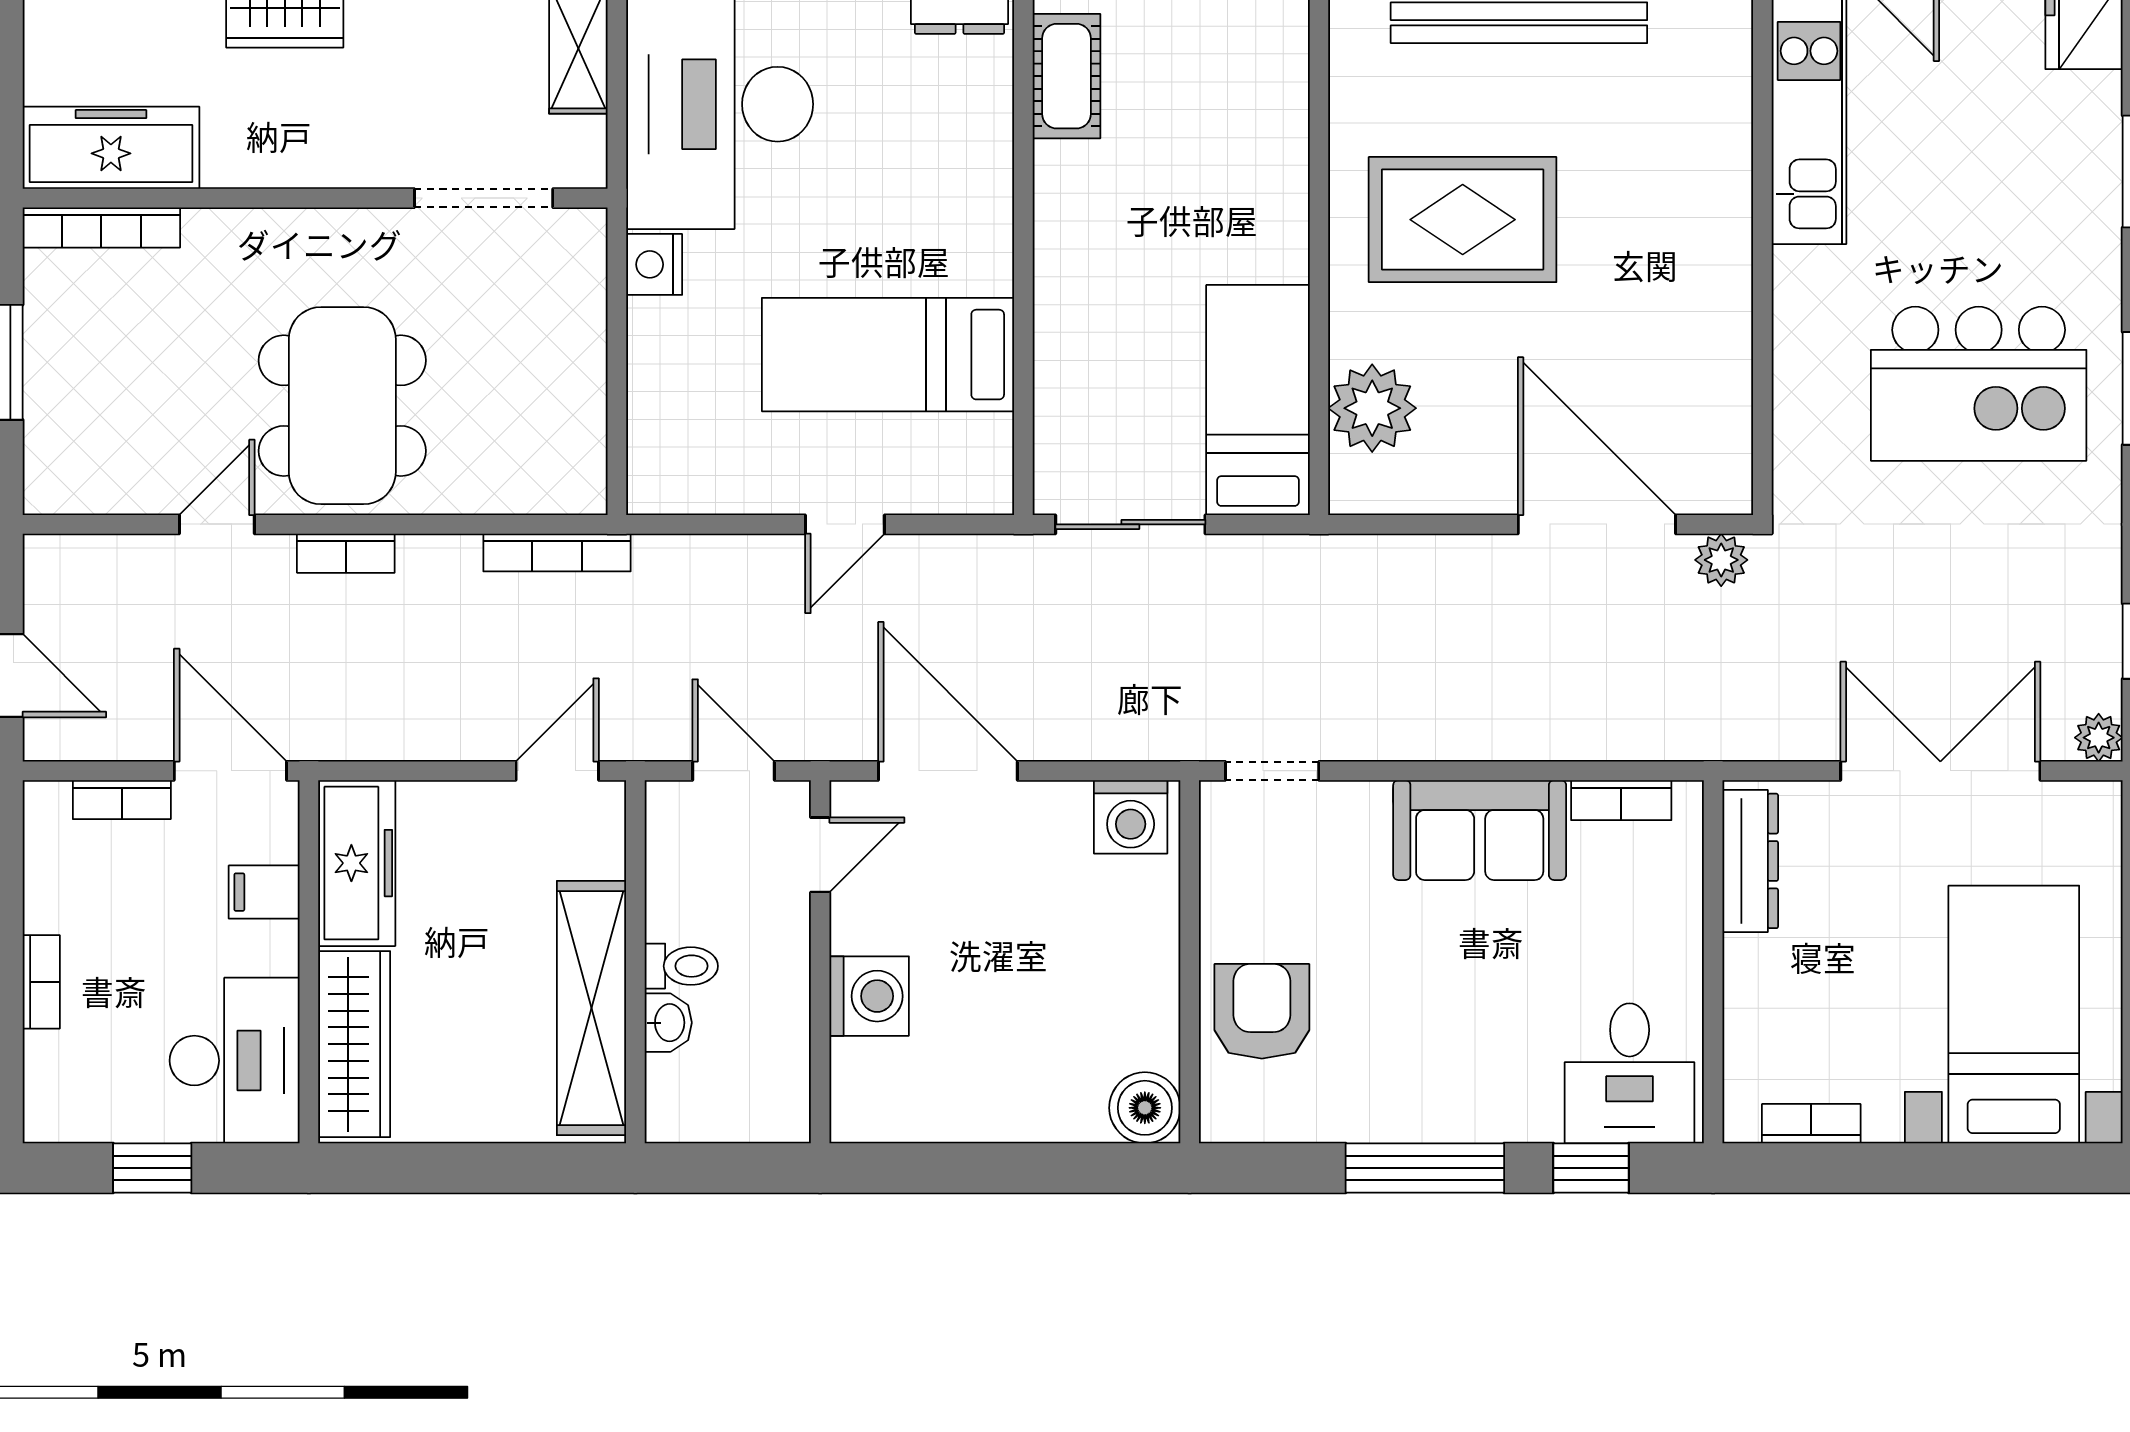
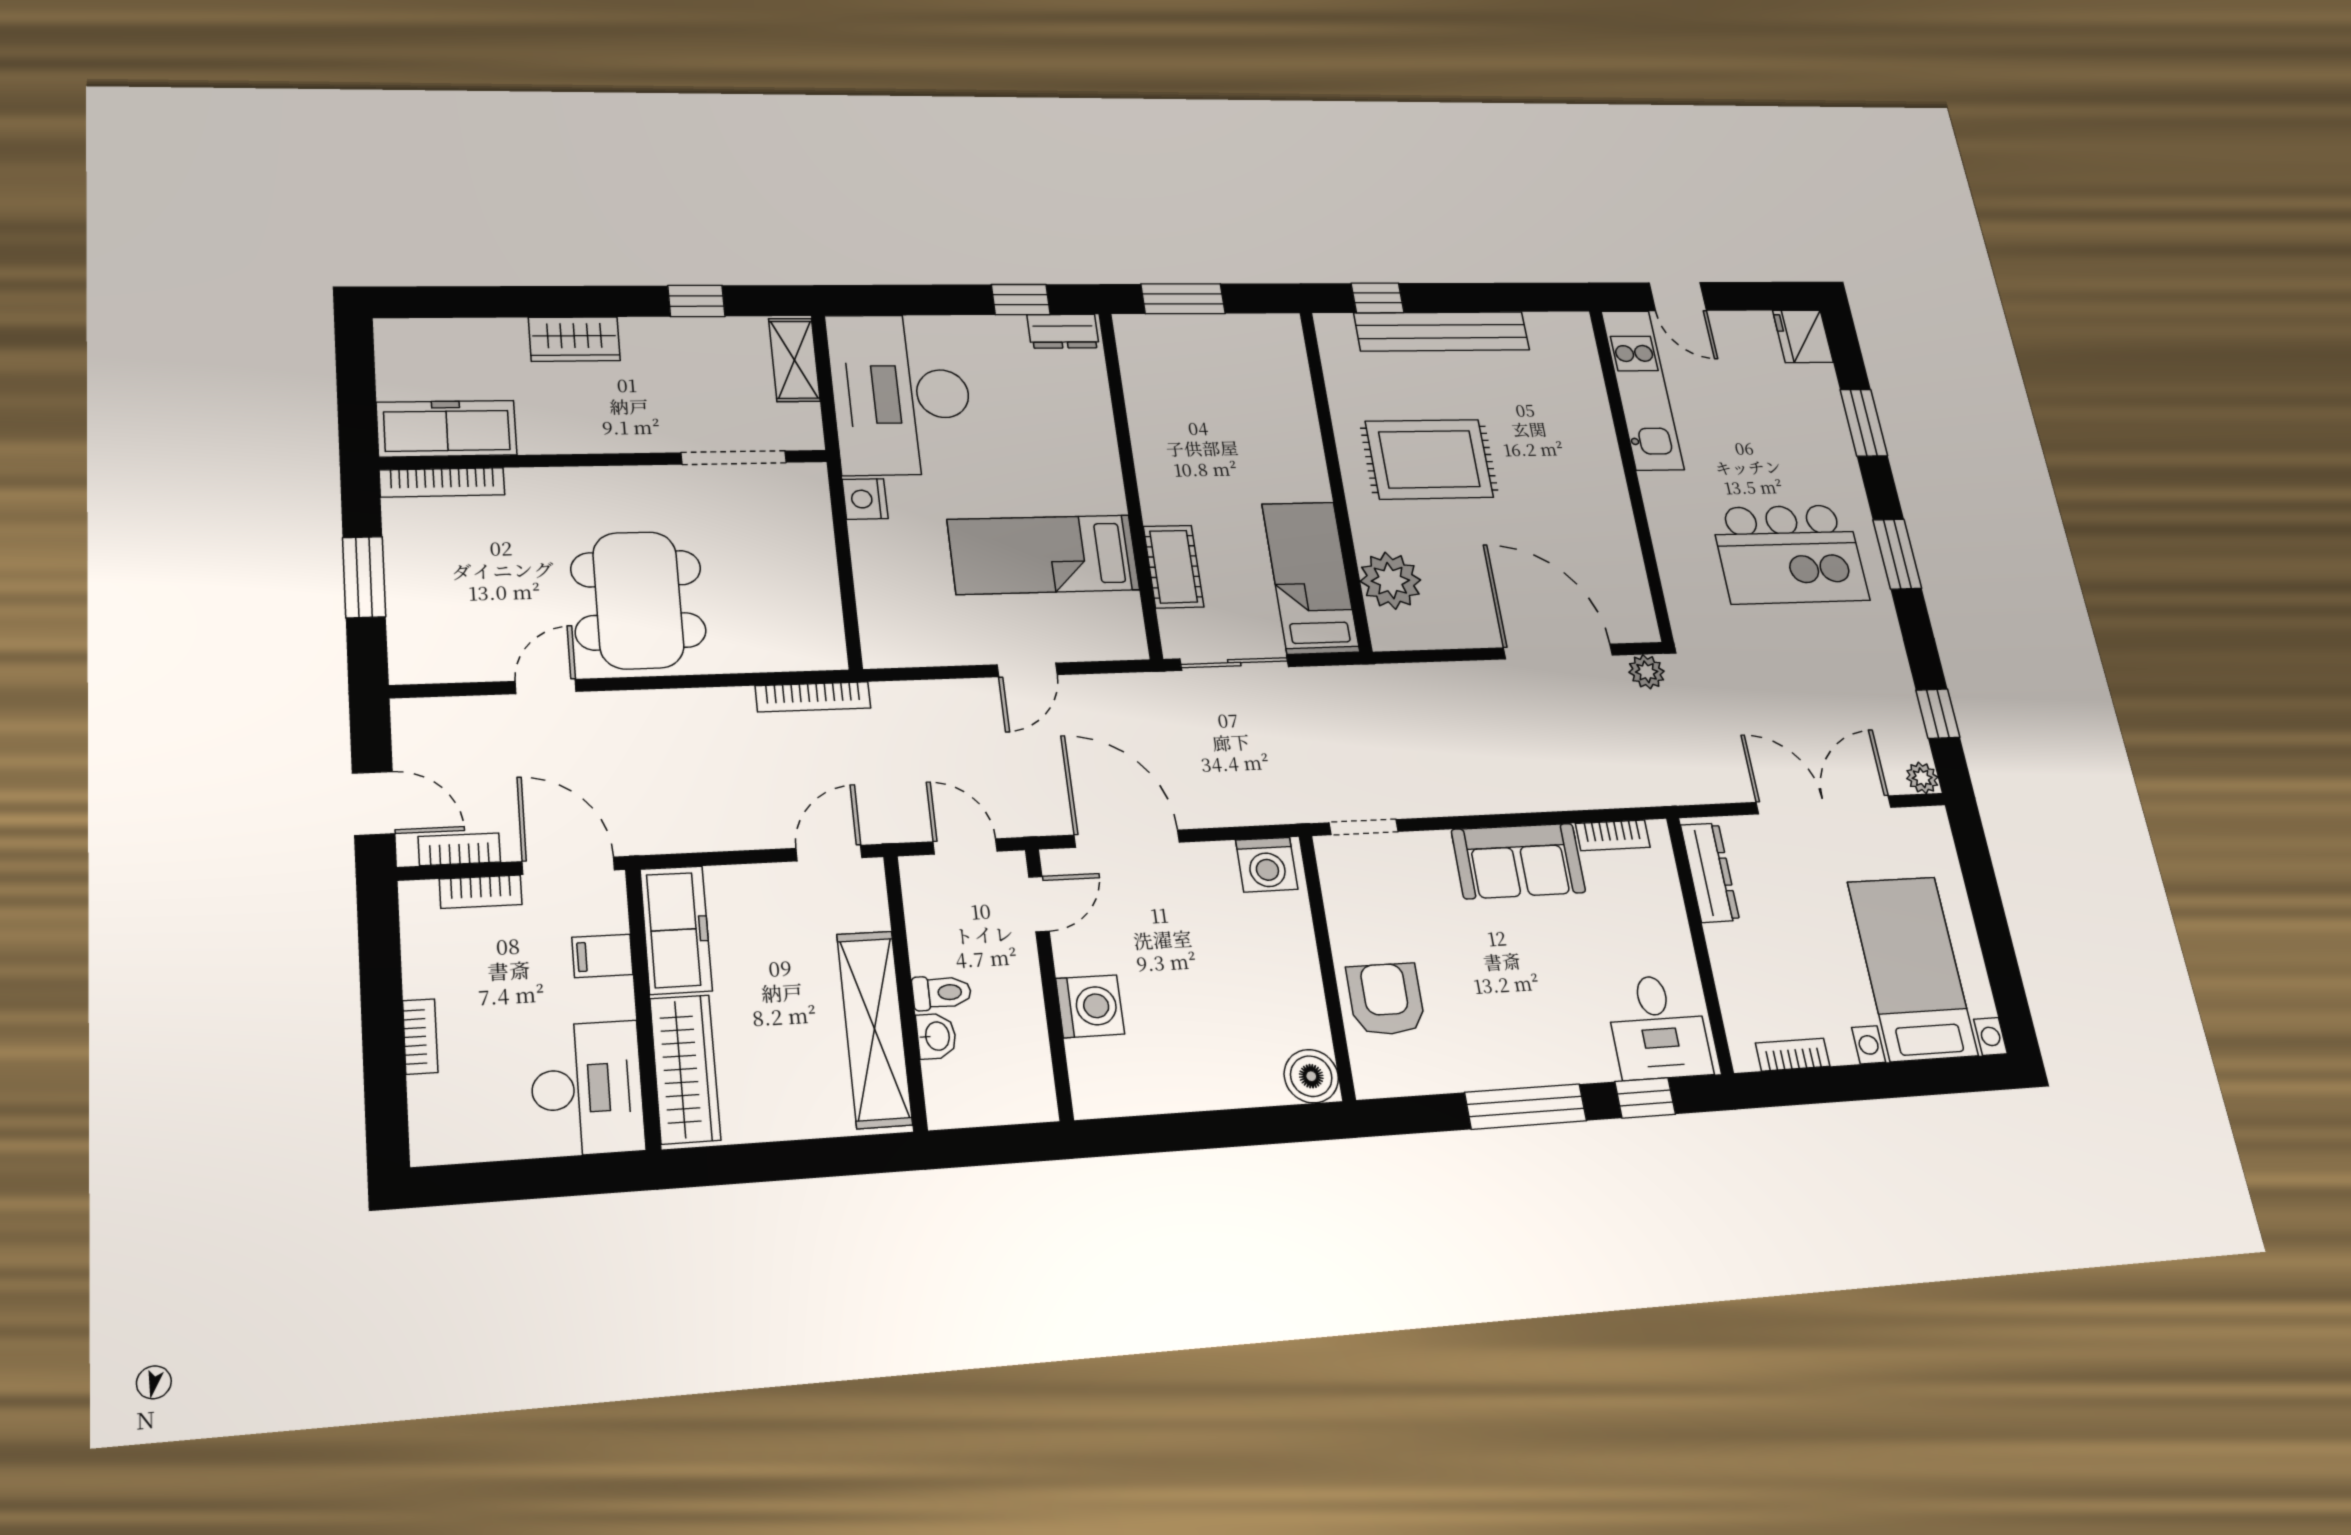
cot: (1066, 76) -> (1173, 567), moved
bookcase: (346, 553) -> (459, 849), moved, turned 180
window: (152, 1168) -> (523, 1179), removed

